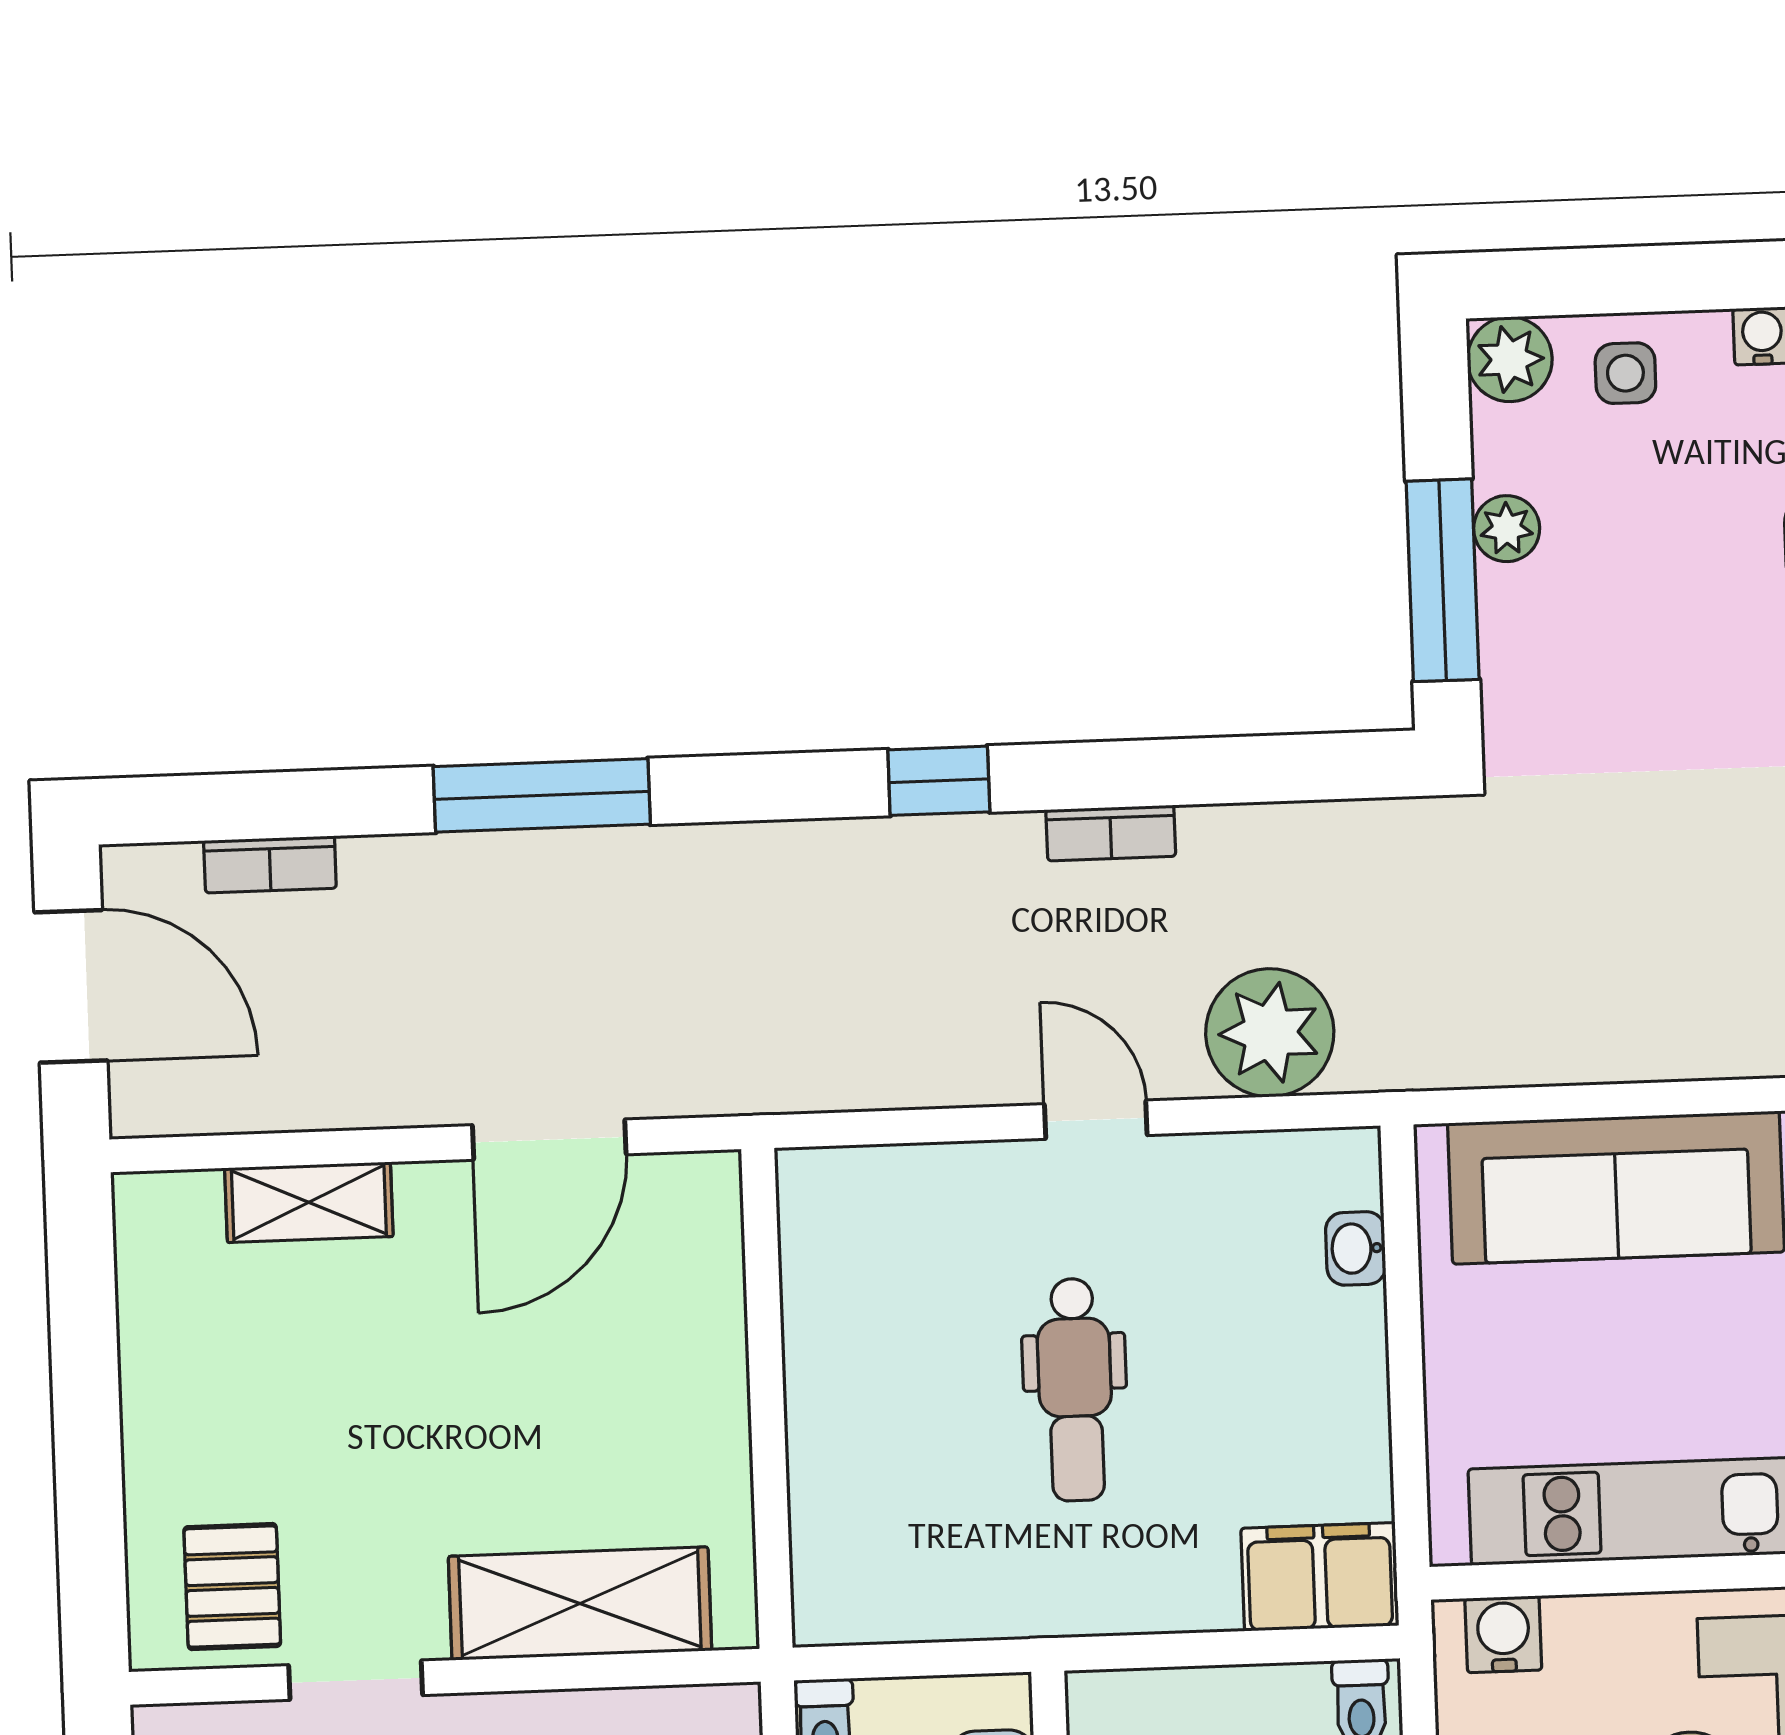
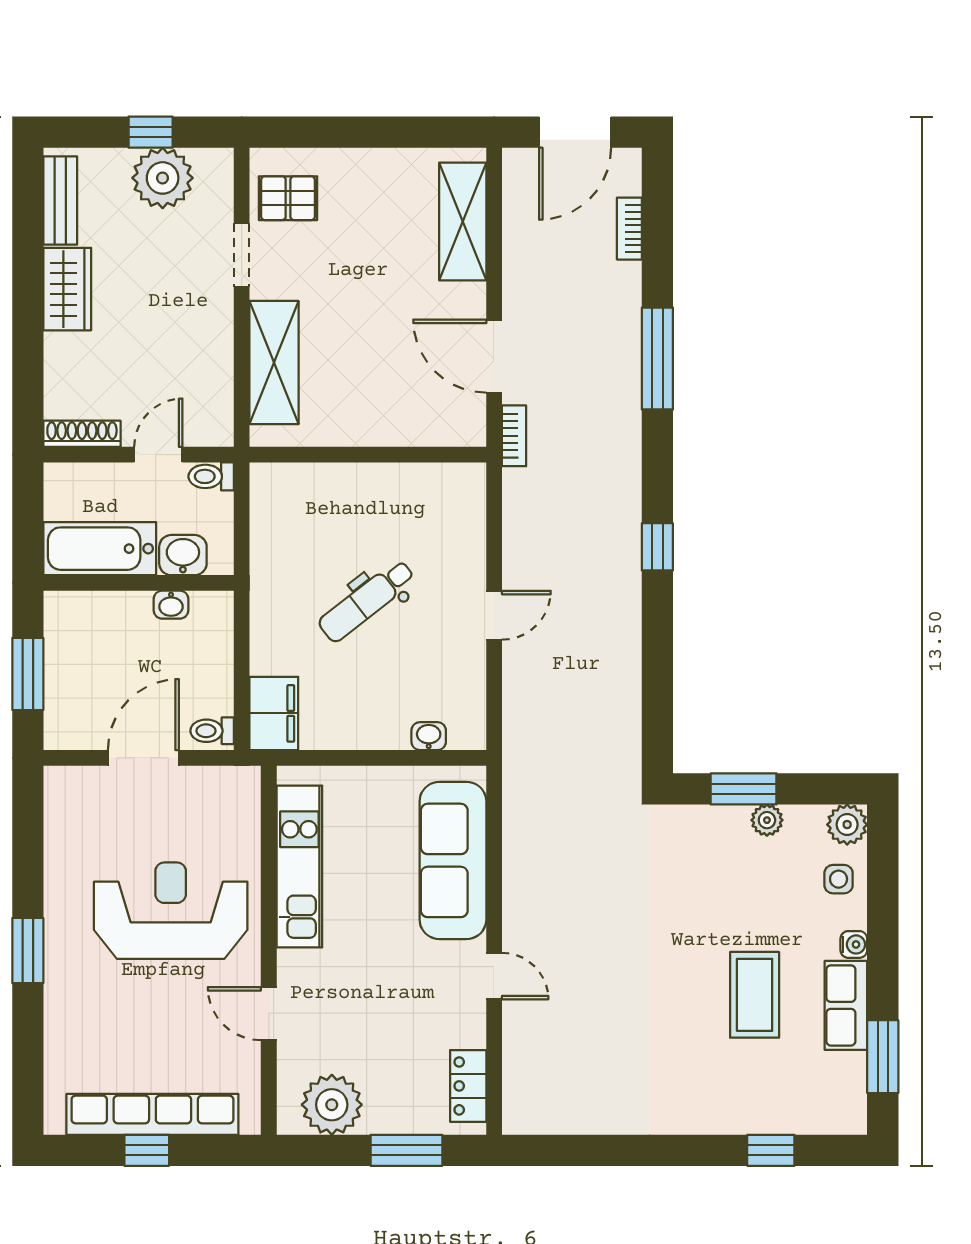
window: (1443, 580) -> (744, 789), width x0.69
bookcase: (1111, 833) -> (514, 436), moved, turned 180
plant: (1270, 1033) -> (532, 699), removed
shelving: (309, 1202) -> (463, 221), width x1.50, depth x1.33
dental chair: (1075, 1390) -> (367, 601), turned -38
water cooler: (1503, 1634) -> (243, 799), removed

